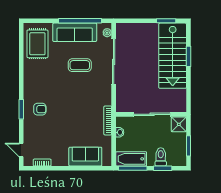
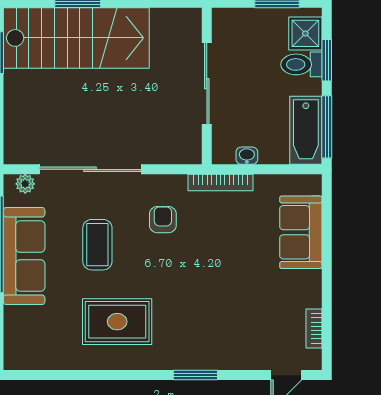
rug: (37, 44) -> (117, 322), moved
armchair: (40, 109) -> (163, 220), moved
shower: (179, 124) -> (305, 33), moved

